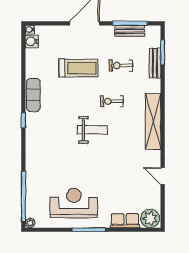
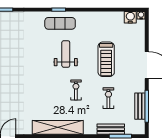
exercise mat: (33, 95) -> (60, 23), moved
weight bench: (92, 130) -> (66, 54), moved, turned 180

